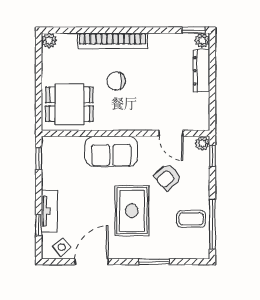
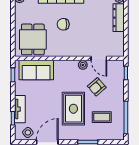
dining table: (69, 104) -> (33, 39), turned 90
plant: (202, 143) -> (83, 65), moved
sofa: (111, 151) -> (36, 70), moved
coffee table: (191, 219) -> (102, 117), moved

